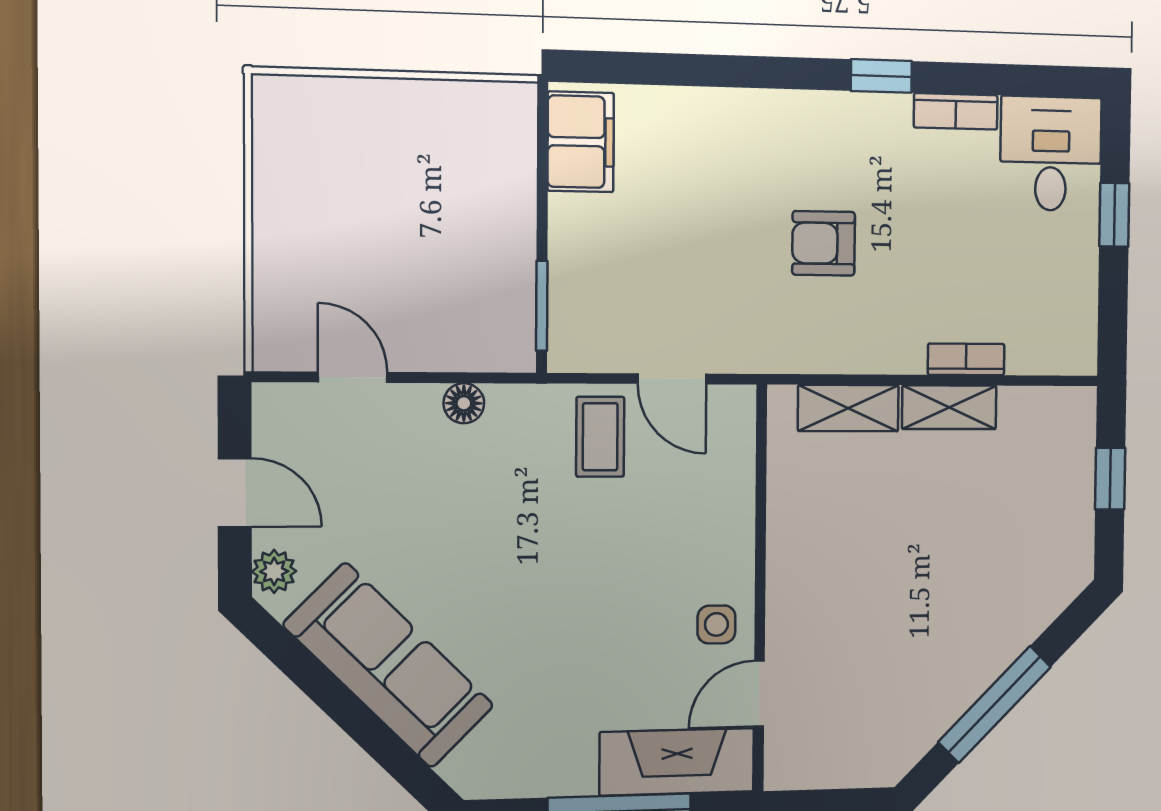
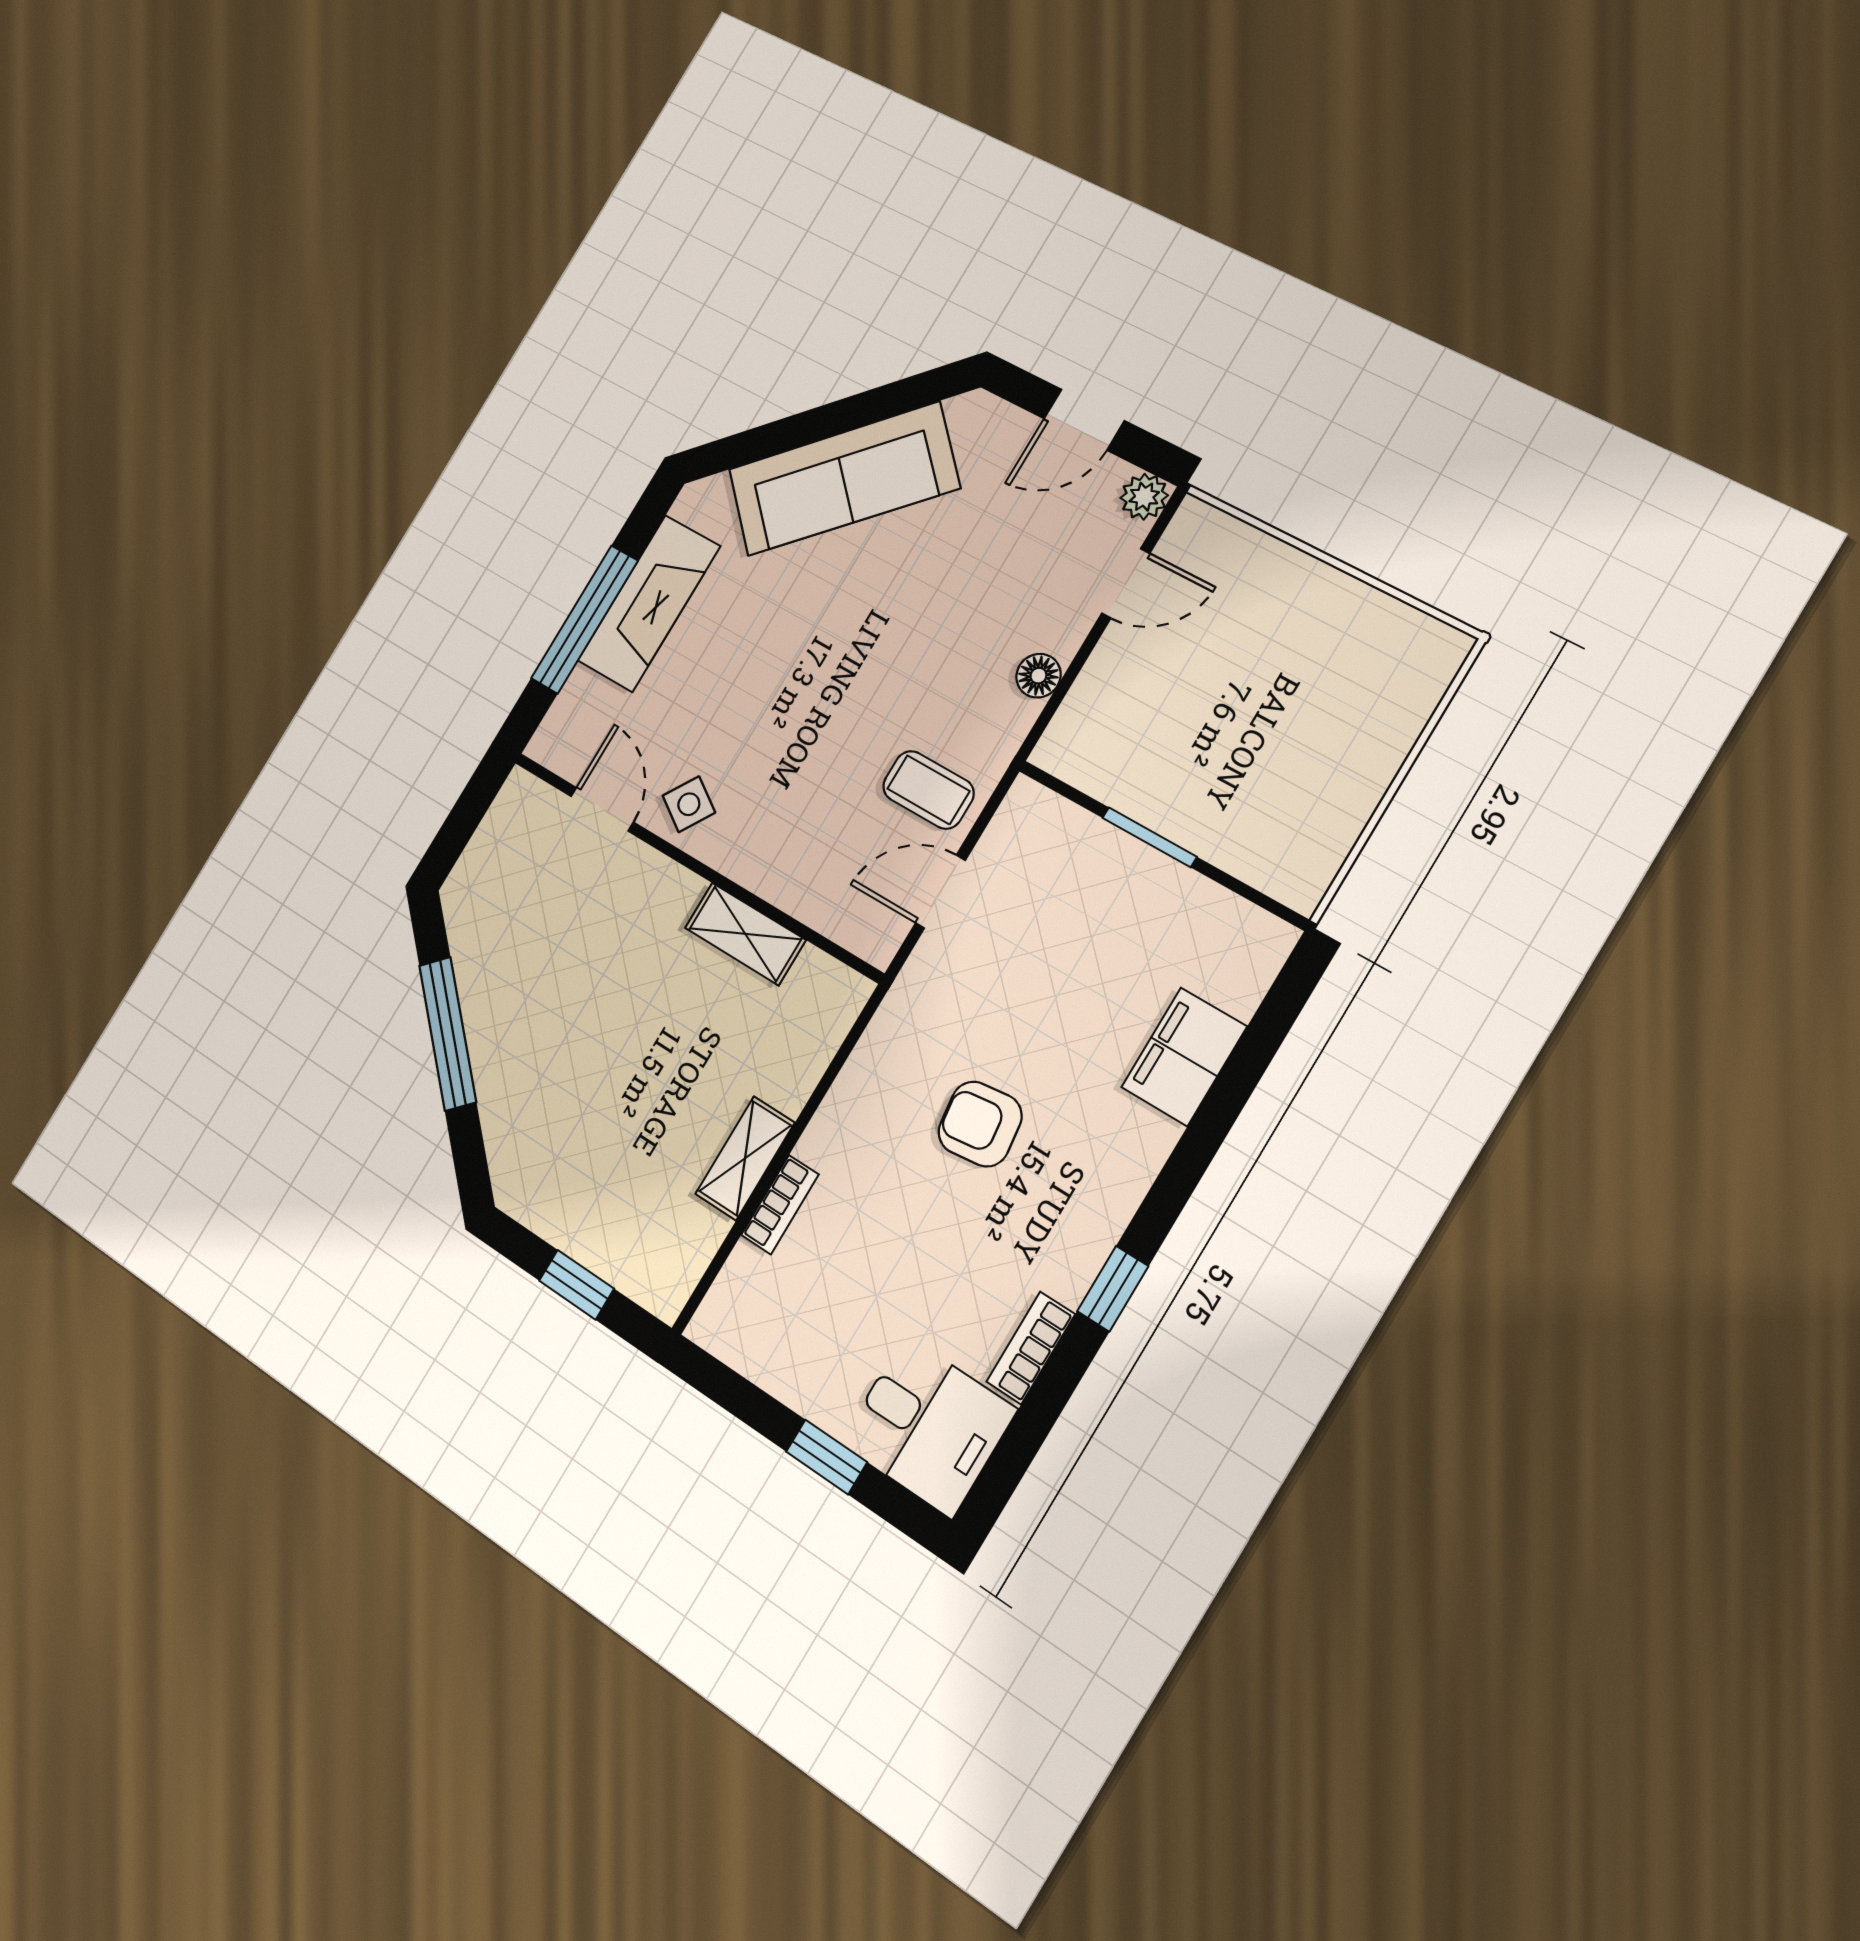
filing cabinet: (581, 142) -> (1184, 1057), moved, turned 90
armchair: (824, 243) -> (980, 1124), turned -97
window: (542, 306) -> (1149, 837), moved
shelving: (848, 408) -> (745, 934), moved, turned 90
plant: (274, 571) -> (1144, 497), moved
side table: (716, 624) -> (689, 804), turned 33
fireplace: (677, 762) -> (649, 603), moved

